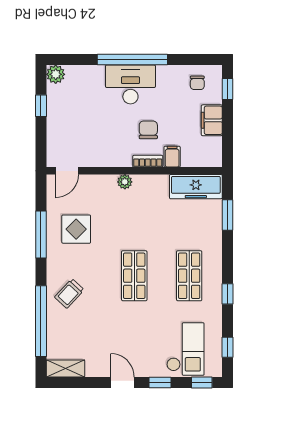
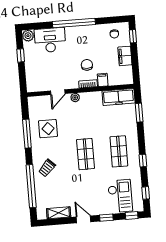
desk: (130, 84) -> (50, 40), moved
door: (67, 171) -> (58, 92), moved
shelving: (65, 368) -> (59, 213), moved

